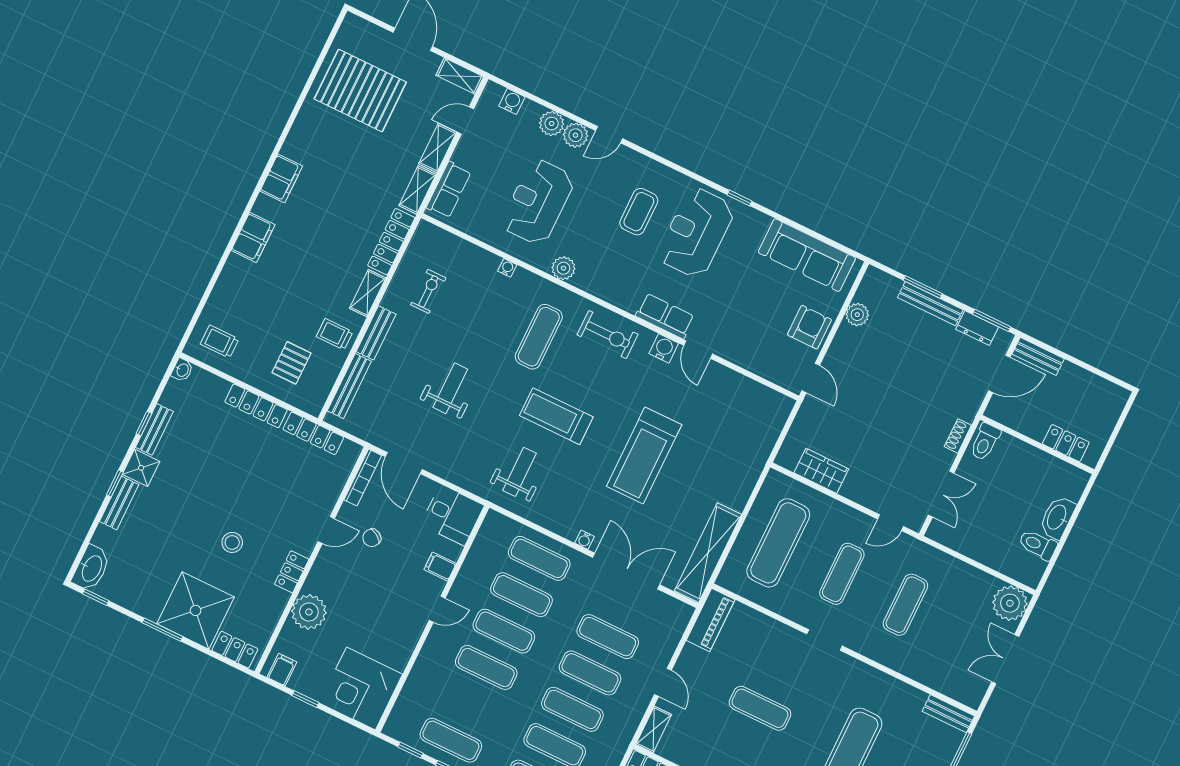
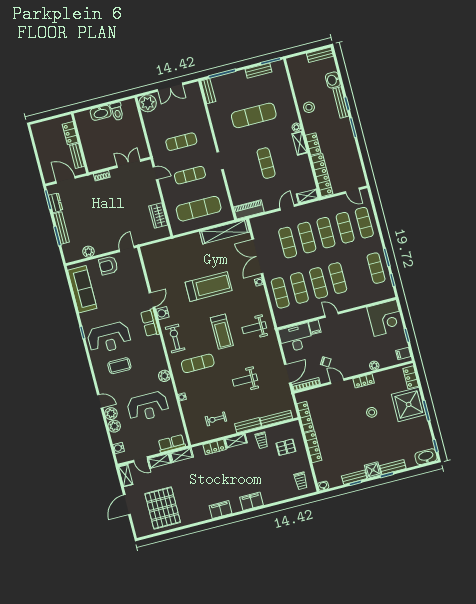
locker: (391, 242) -> (215, 447), width x0.66
bench: (1038, 356) -> (77, 156), moved
toilet: (985, 442) -> (95, 164), removed
desk: (452, 515) -> (296, 338), width x1.37
plant: (309, 612) -> (374, 366), width x0.53, depth x0.53

